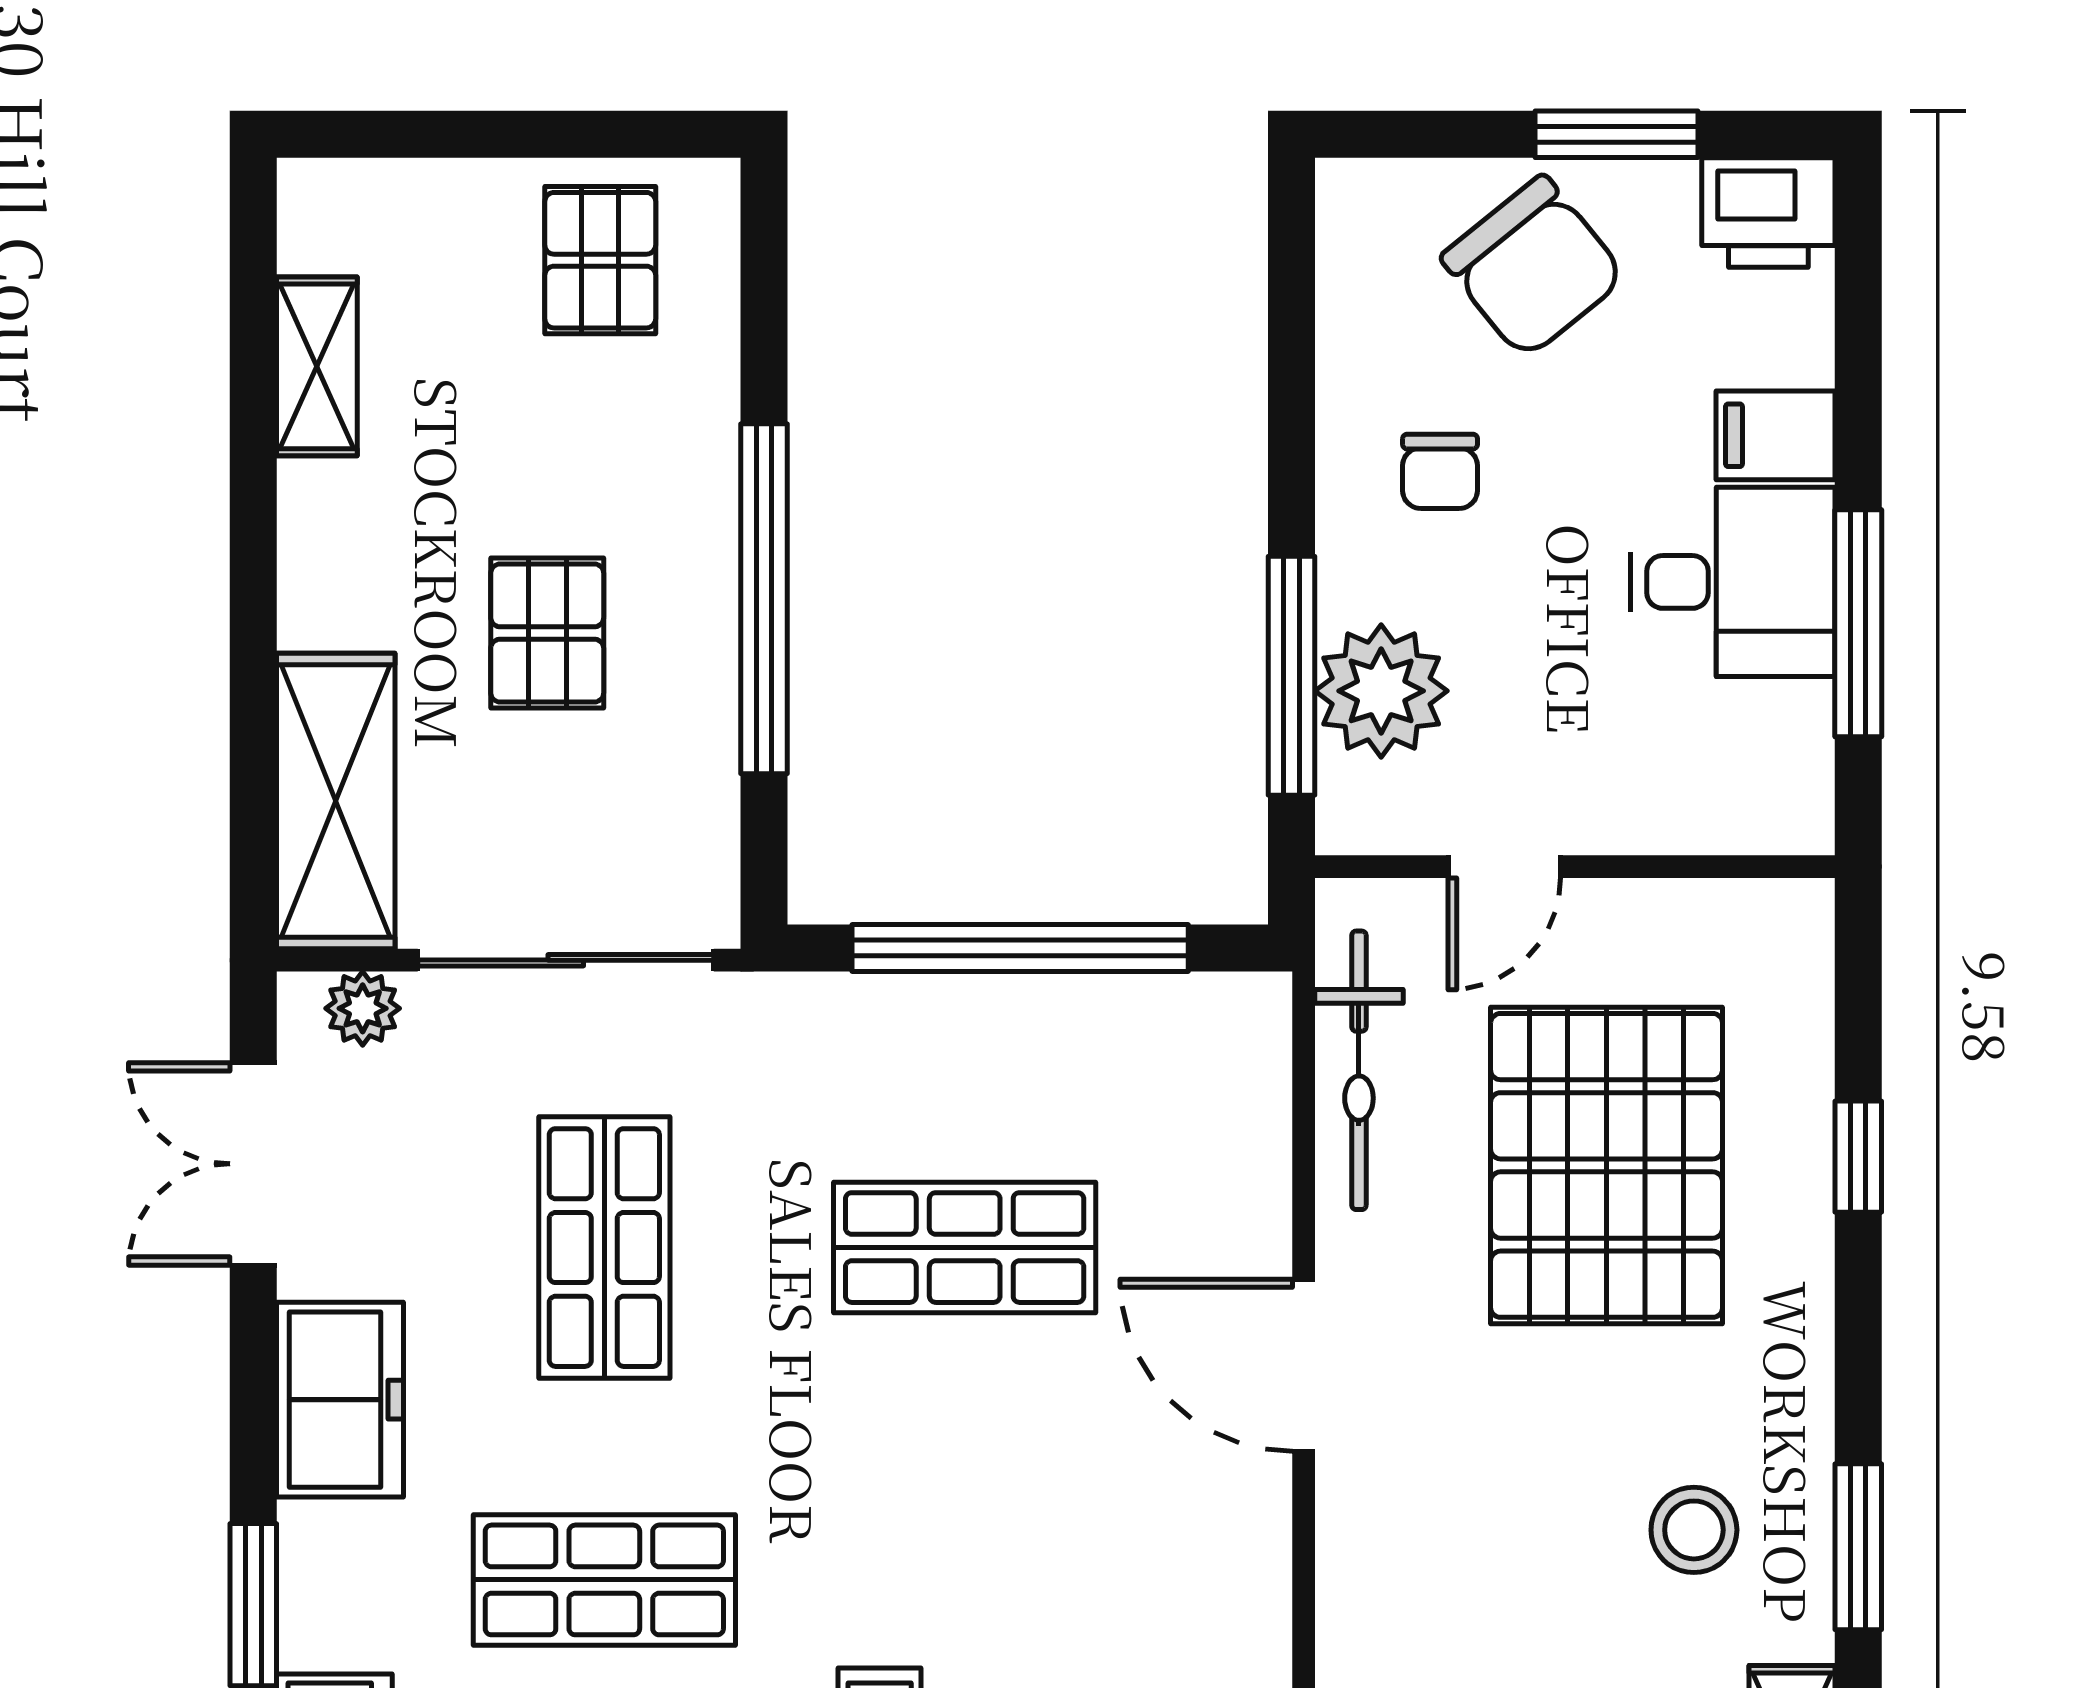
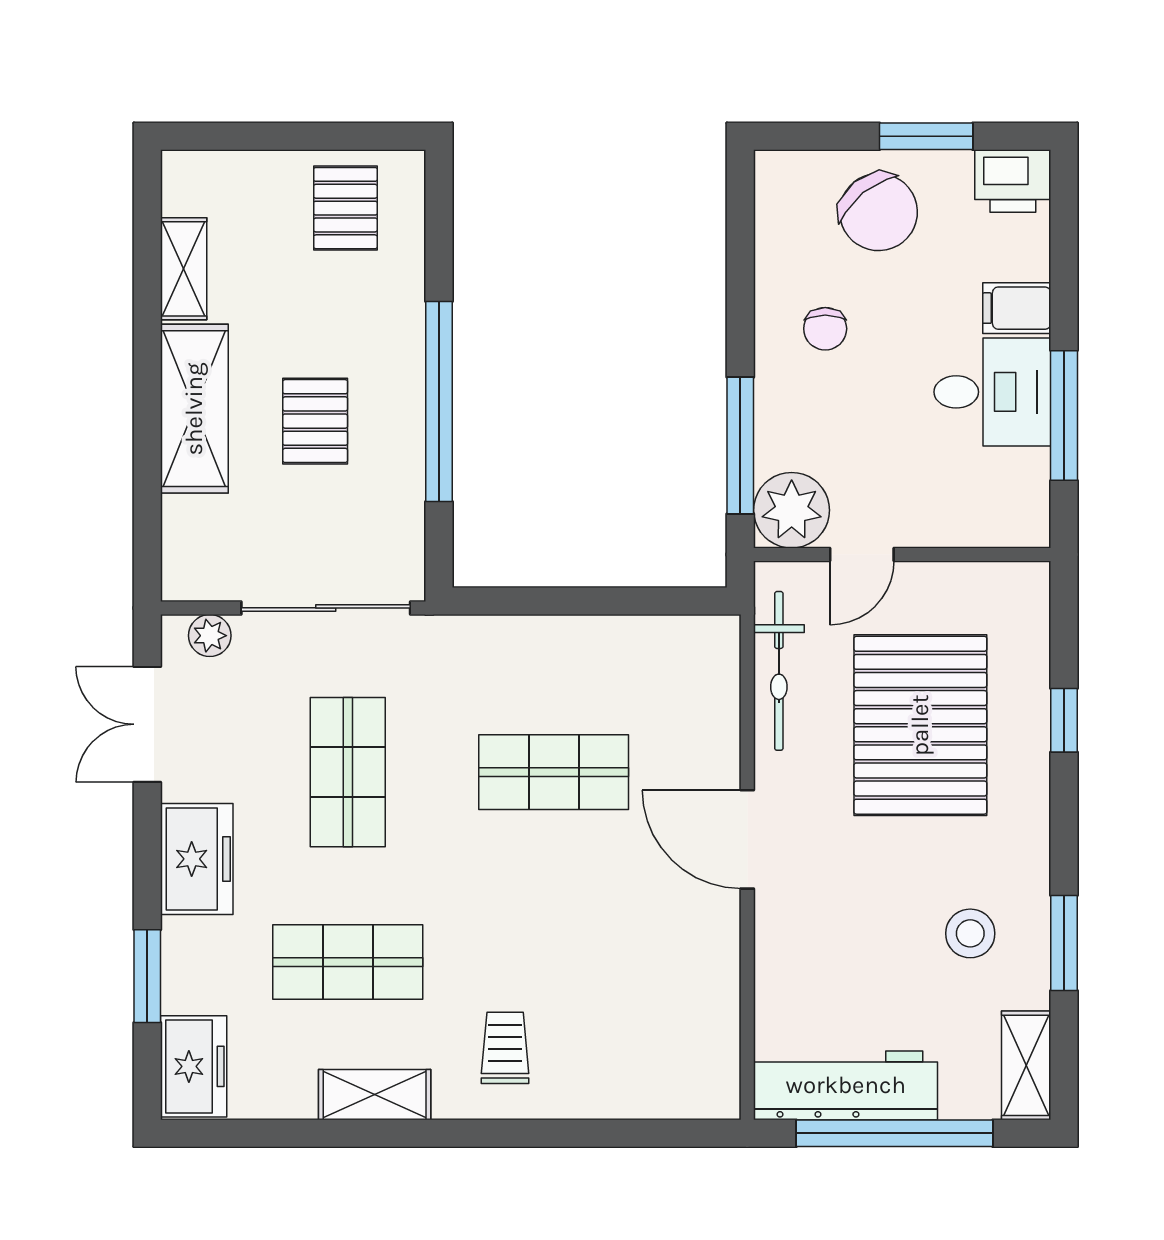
plant: (1381, 691) -> (792, 510), moved
shelving: (336, 801) -> (194, 409), moved
window: (1020, 948) -> (585, 601), removed

